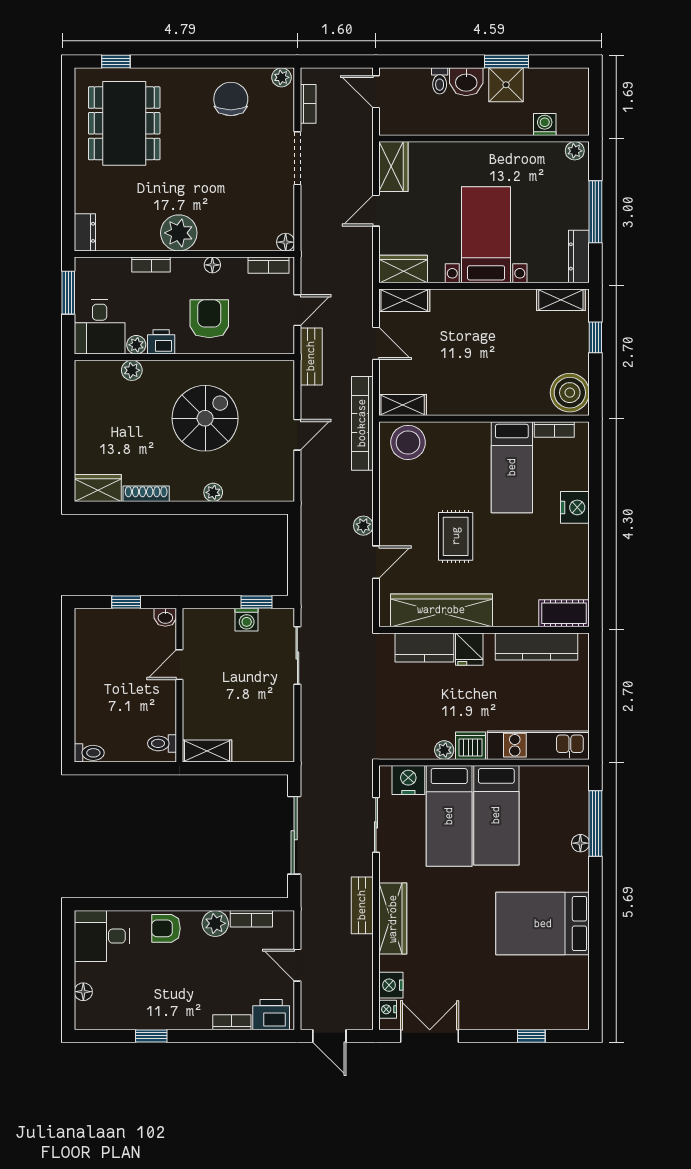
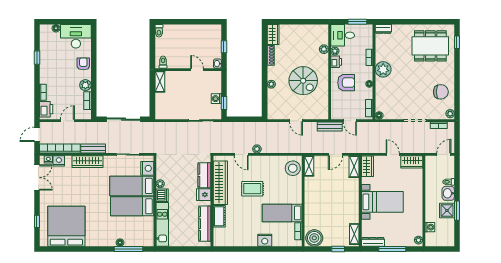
bookcase: (362, 423) -> (60, 149), moved
cot: (564, 613) -> (219, 216), moved
bed: (543, 924) -> (66, 226), moved, width x1.36
desk: (102, 936) -> (76, 36), width x1.37

